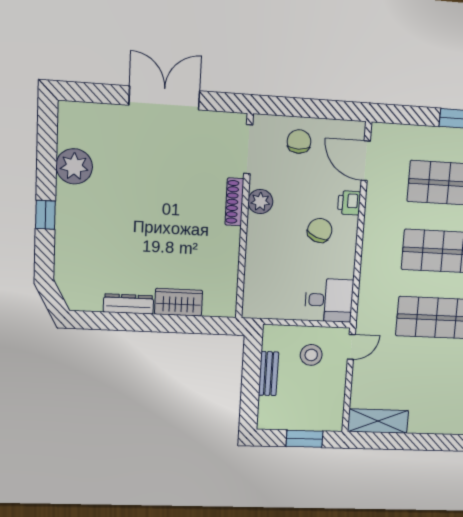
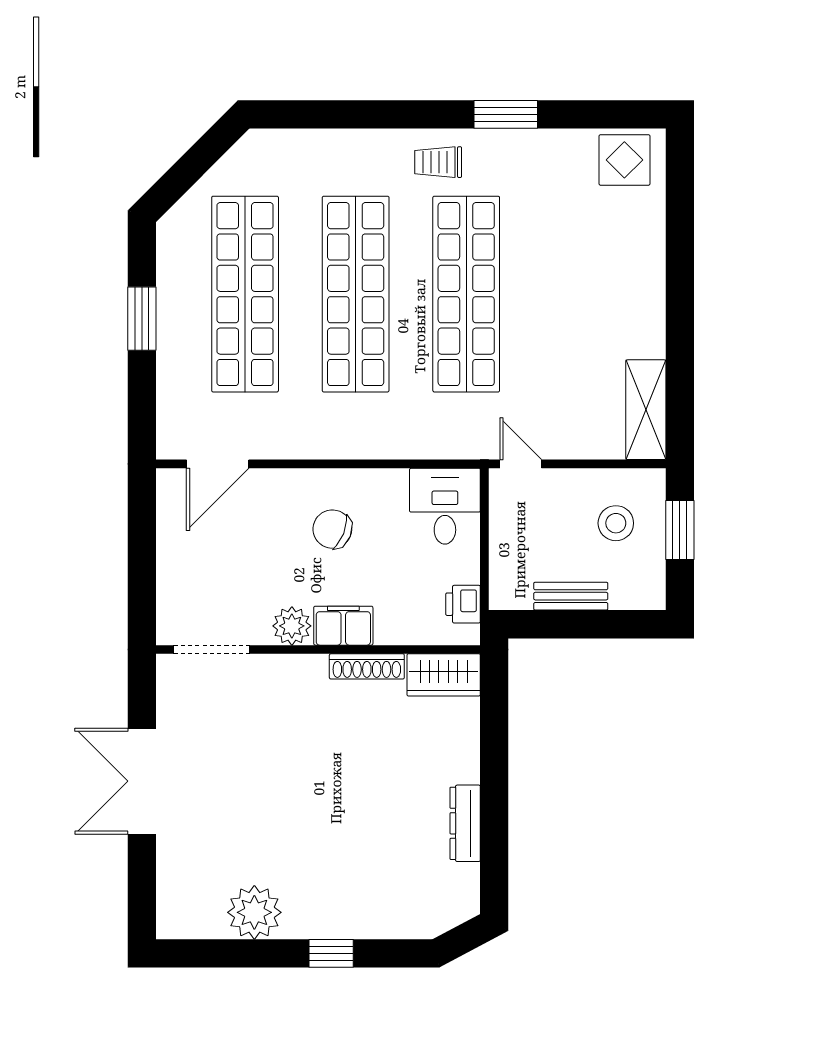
chair: (299, 142) -> (194, 571), removed
shoe rack: (234, 202) -> (367, 666), moved
printer: (349, 203) -> (463, 604), moved, turned 90
filing cabinet: (259, 234) -> (343, 626), added
wardrobe: (179, 302) -> (444, 675), moved, turned -90
stool: (311, 355) -> (616, 523), moved

